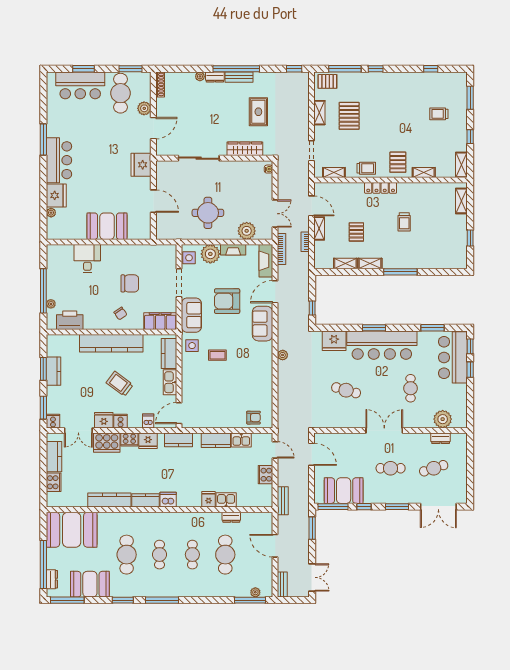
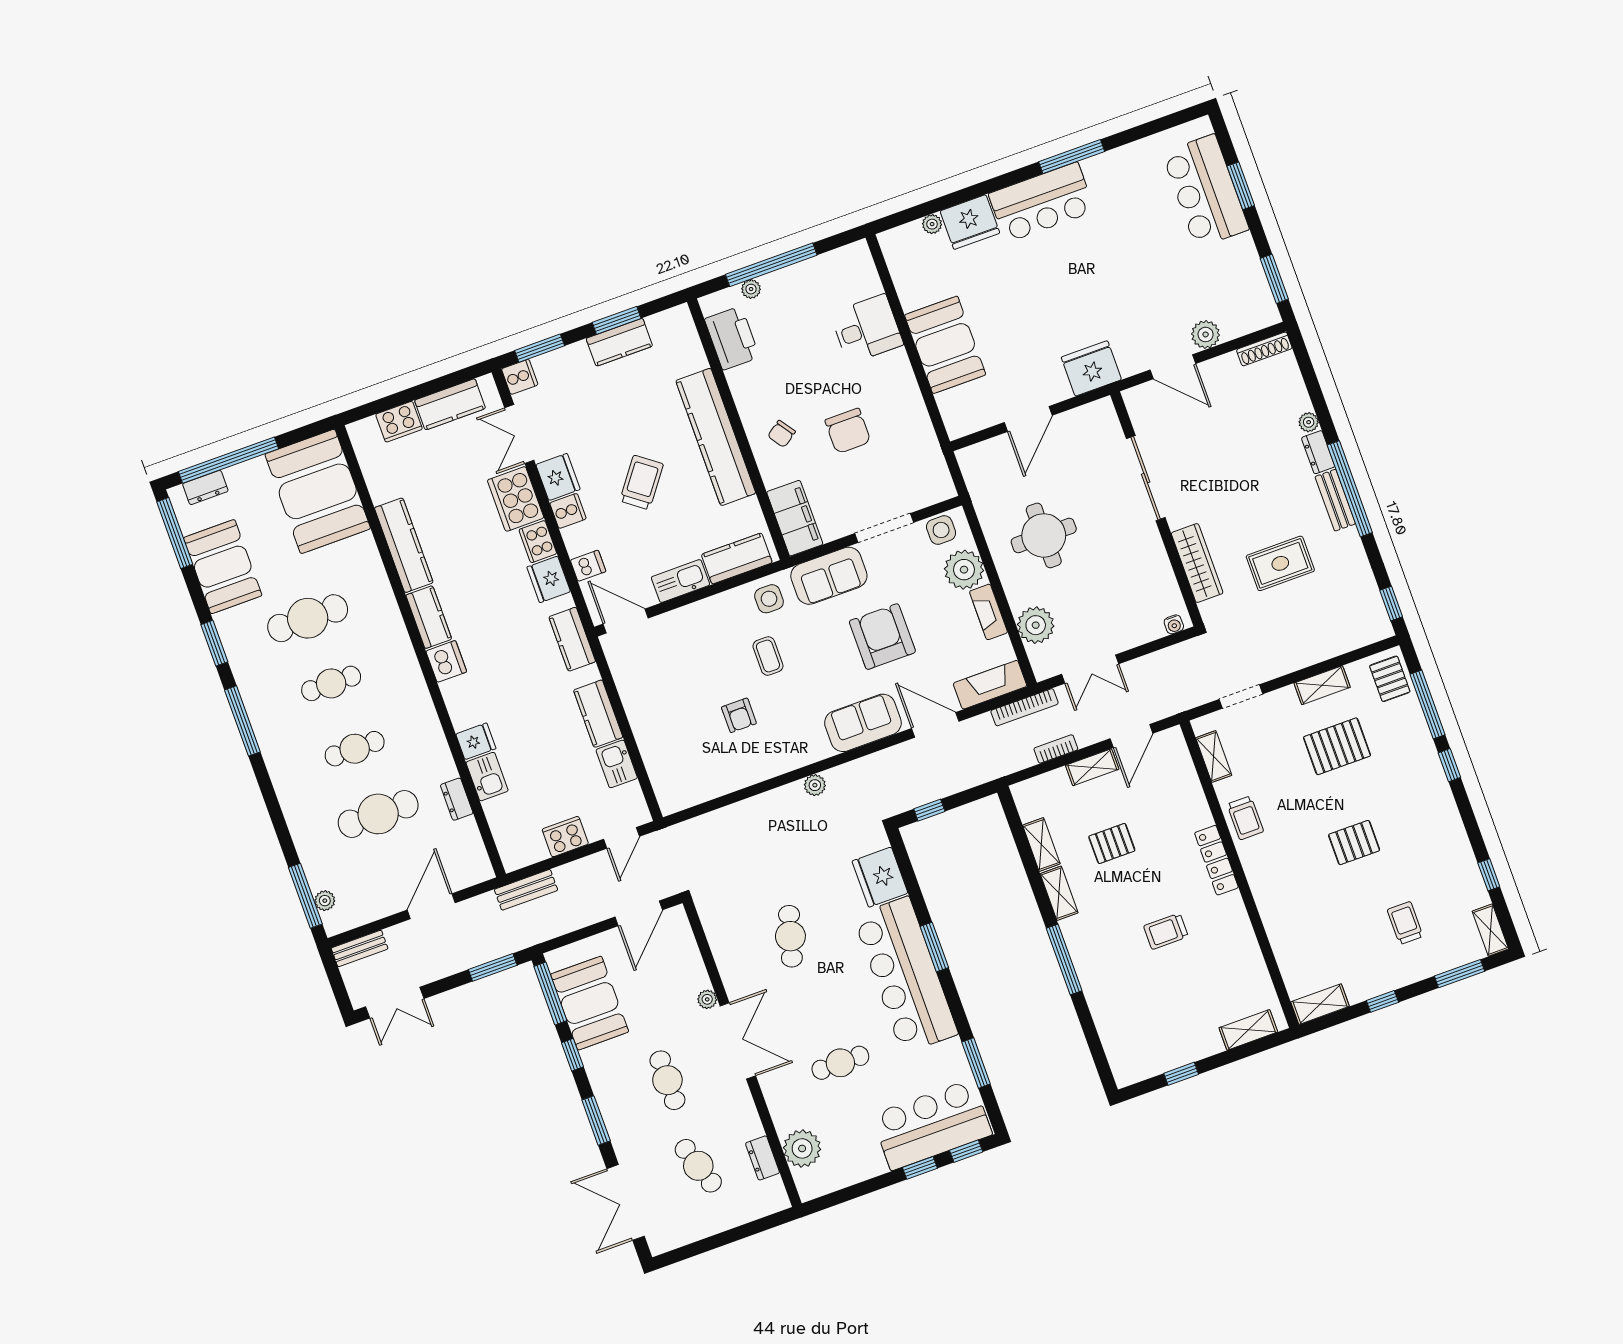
cafe table: (120, 93) -> (1219, 277), removed
pallet: (398, 162) -> (1354, 843), moved
shelving: (424, 172) -> (1490, 930), moved
armchair: (254, 418) -> (739, 715), moved
plant: (361, 438) -> (707, 999), added

